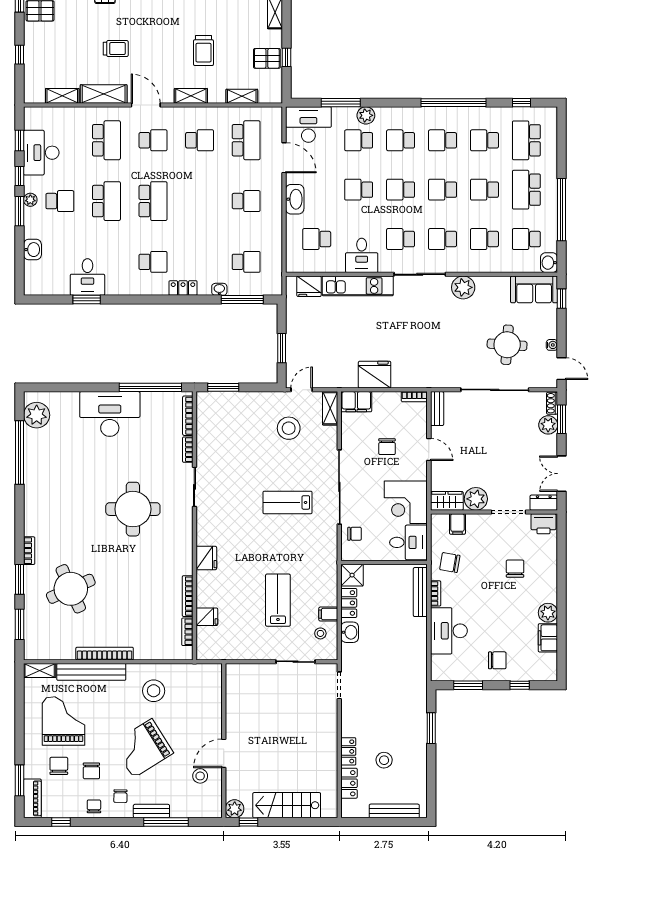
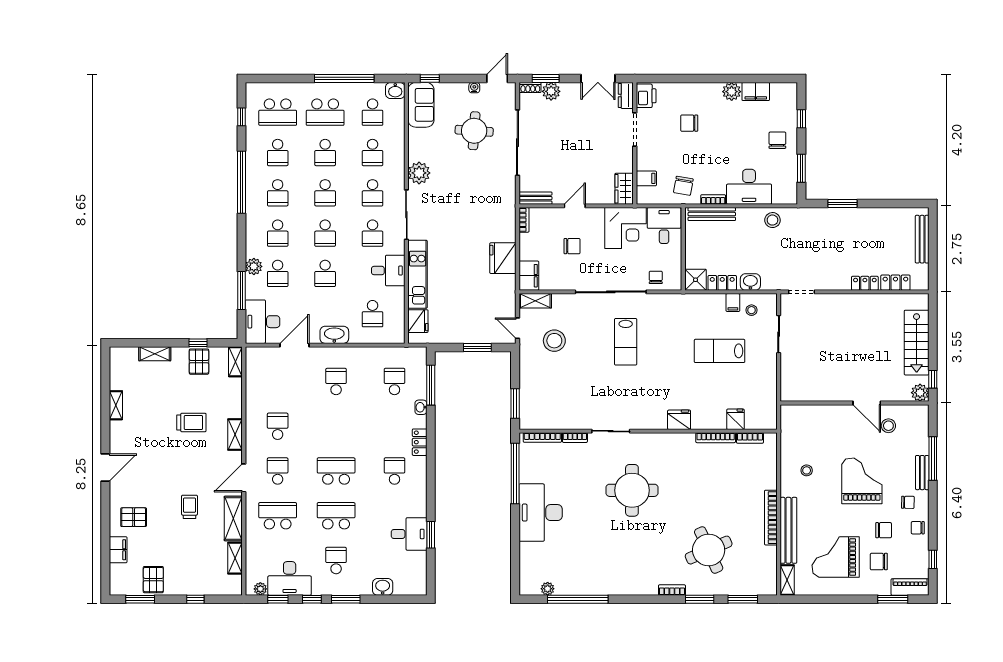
shelving: (242, 96) -> (235, 362), moved
school desk: (246, 140) -> (278, 382), removed
plant: (30, 200) -> (260, 589), moved
plant: (37, 415) -> (548, 589), width x0.53, depth x0.53
plant: (476, 499) -> (622, 161), removed
stool: (154, 691) -> (807, 470), width x0.53, depth x0.53
grand piano: (143, 748) -> (862, 481), turned -148
stool: (384, 760) -> (772, 220), moved

